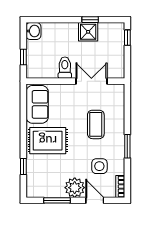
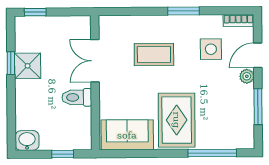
window: (23, 167) -> (212, 153), width x2.17
plant: (75, 188) -> (247, 76), width x0.53, depth x0.53

